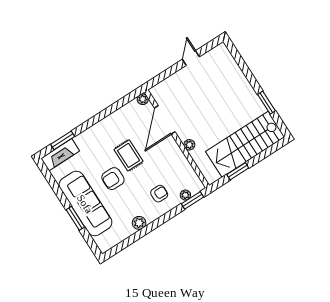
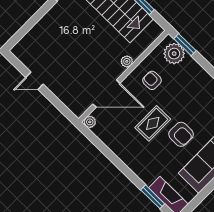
armchair: (159, 194) -> (152, 80), moved
plant: (185, 195) -> (174, 54), width x1.88, depth x1.88

